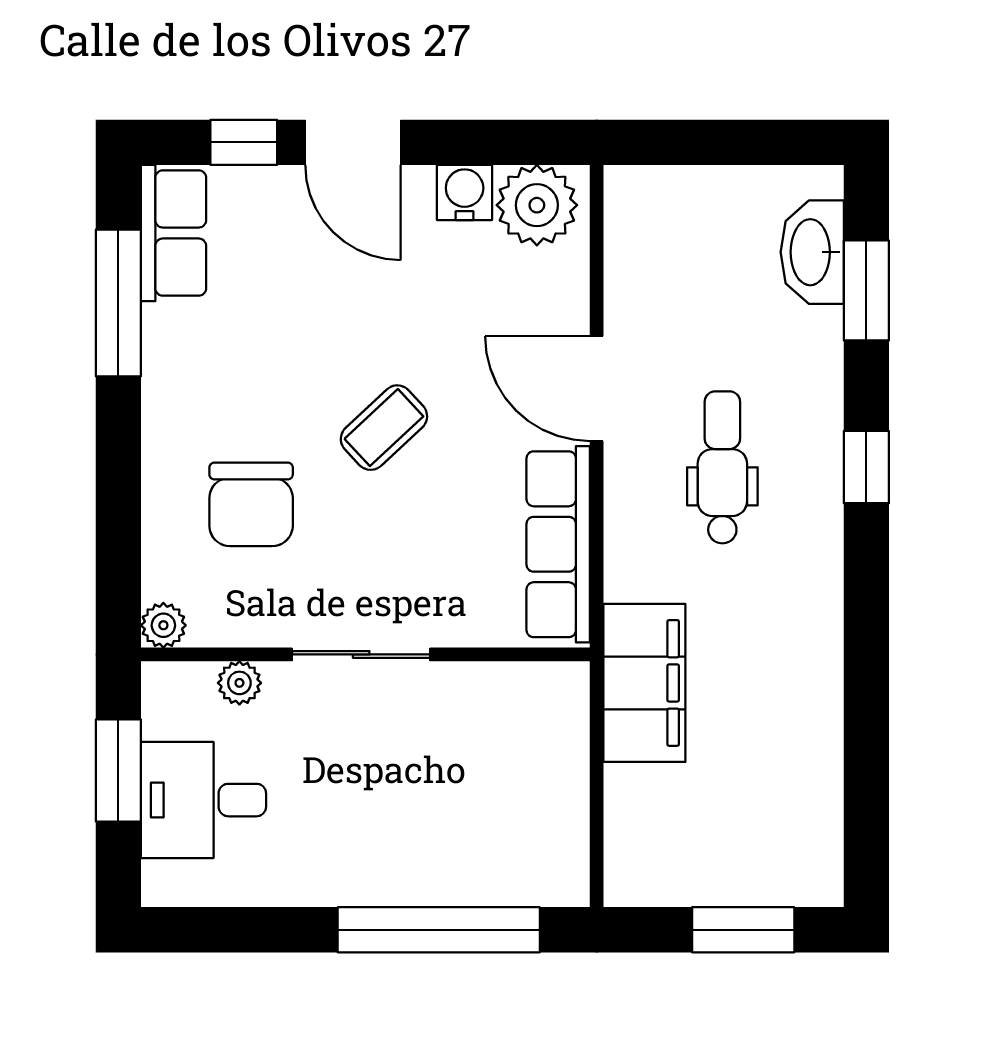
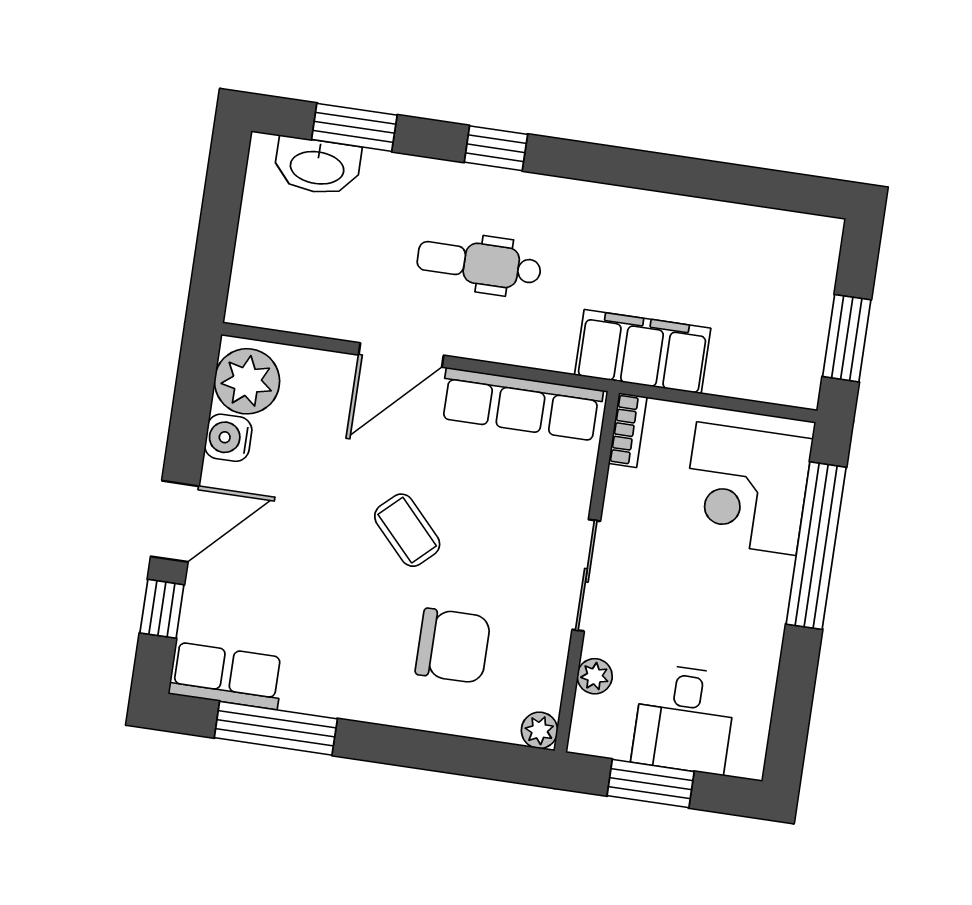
bookcase: (546, 679) -> (628, 430), added
corner desk: (496, 834) -> (746, 489), added
window: (743, 930) -> (847, 338), moved

